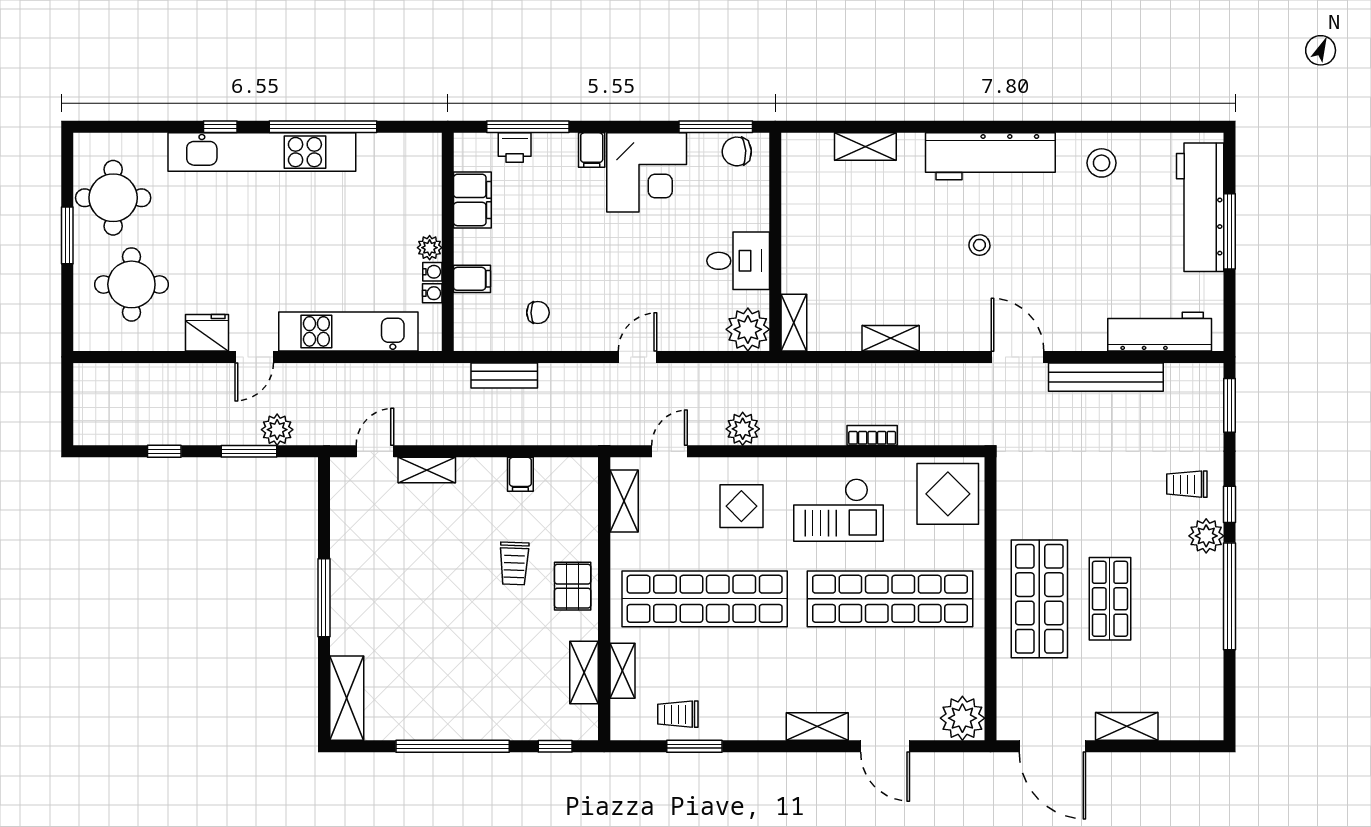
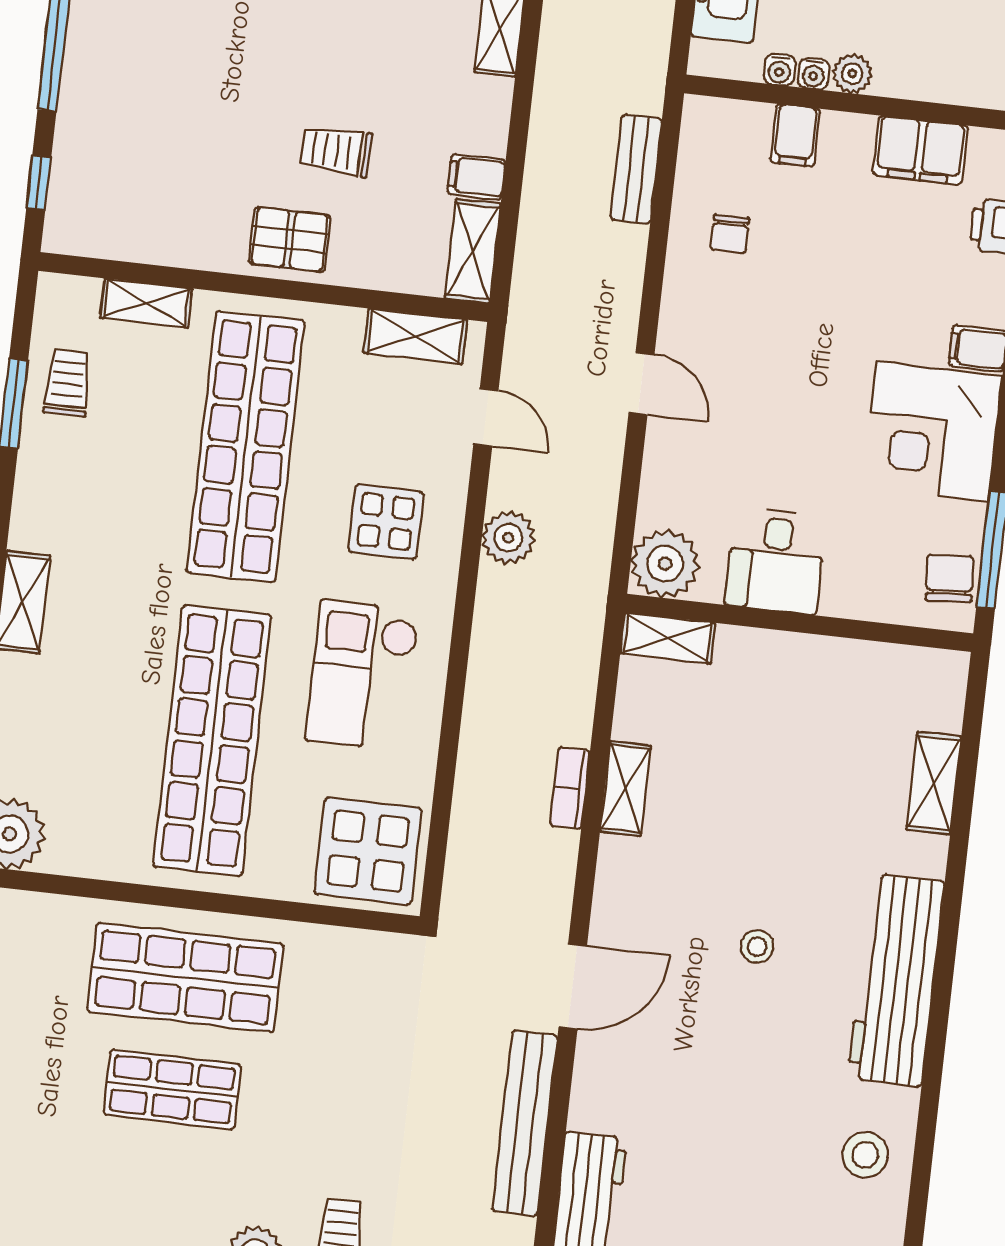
bookcase: (872, 435) -> (570, 788), moved, turned 180
shelving: (584, 672) -> (473, 251), moved, turned 90

